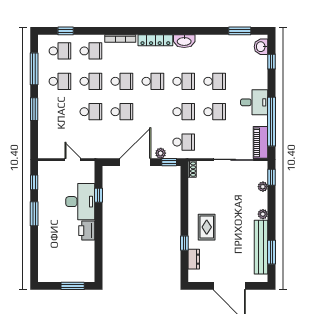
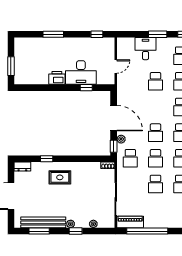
desk: (254, 102) -> (146, 49), moved, turned 180
school desk: (122, 112) -> (155, 133), moved
window: (272, 177) -> (76, 231), moved
window: (34, 214) -> (53, 34), moved
dresser: (194, 259) -> (22, 167), moved

